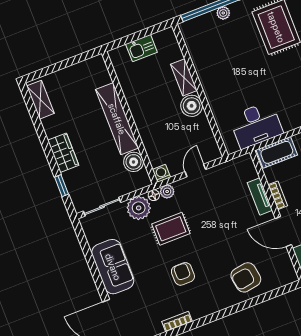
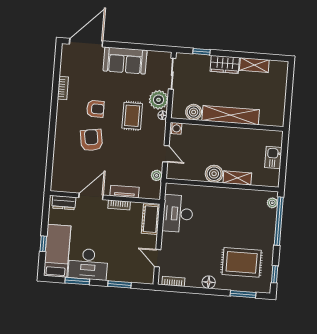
plant: (223, 13) -> (272, 203), moved
shelving: (40, 100) -> (254, 65), moved
plant: (167, 192) -> (157, 175), moved
armchair: (246, 277) -> (91, 140), moved

